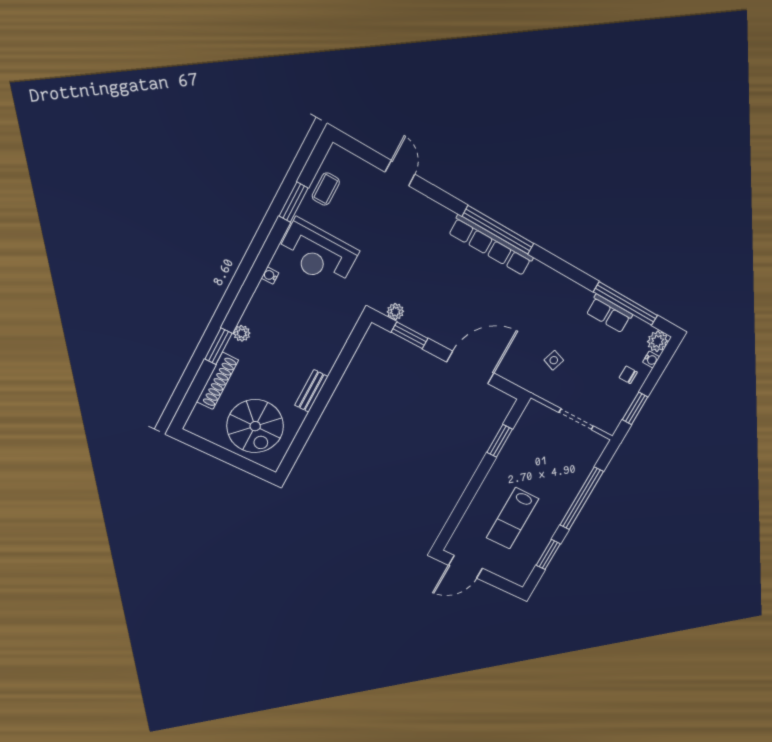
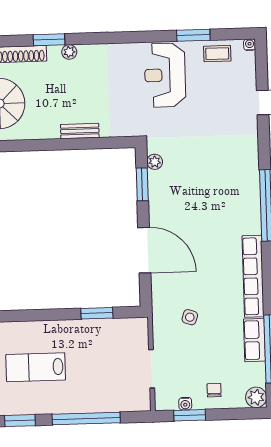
row of seats: (491, 245) -> (253, 276), moved
water cooler: (270, 275) -> (250, 45), moved
water cooler: (651, 360) -> (185, 404), moved
bench: (311, 391) -> (80, 131), moved

